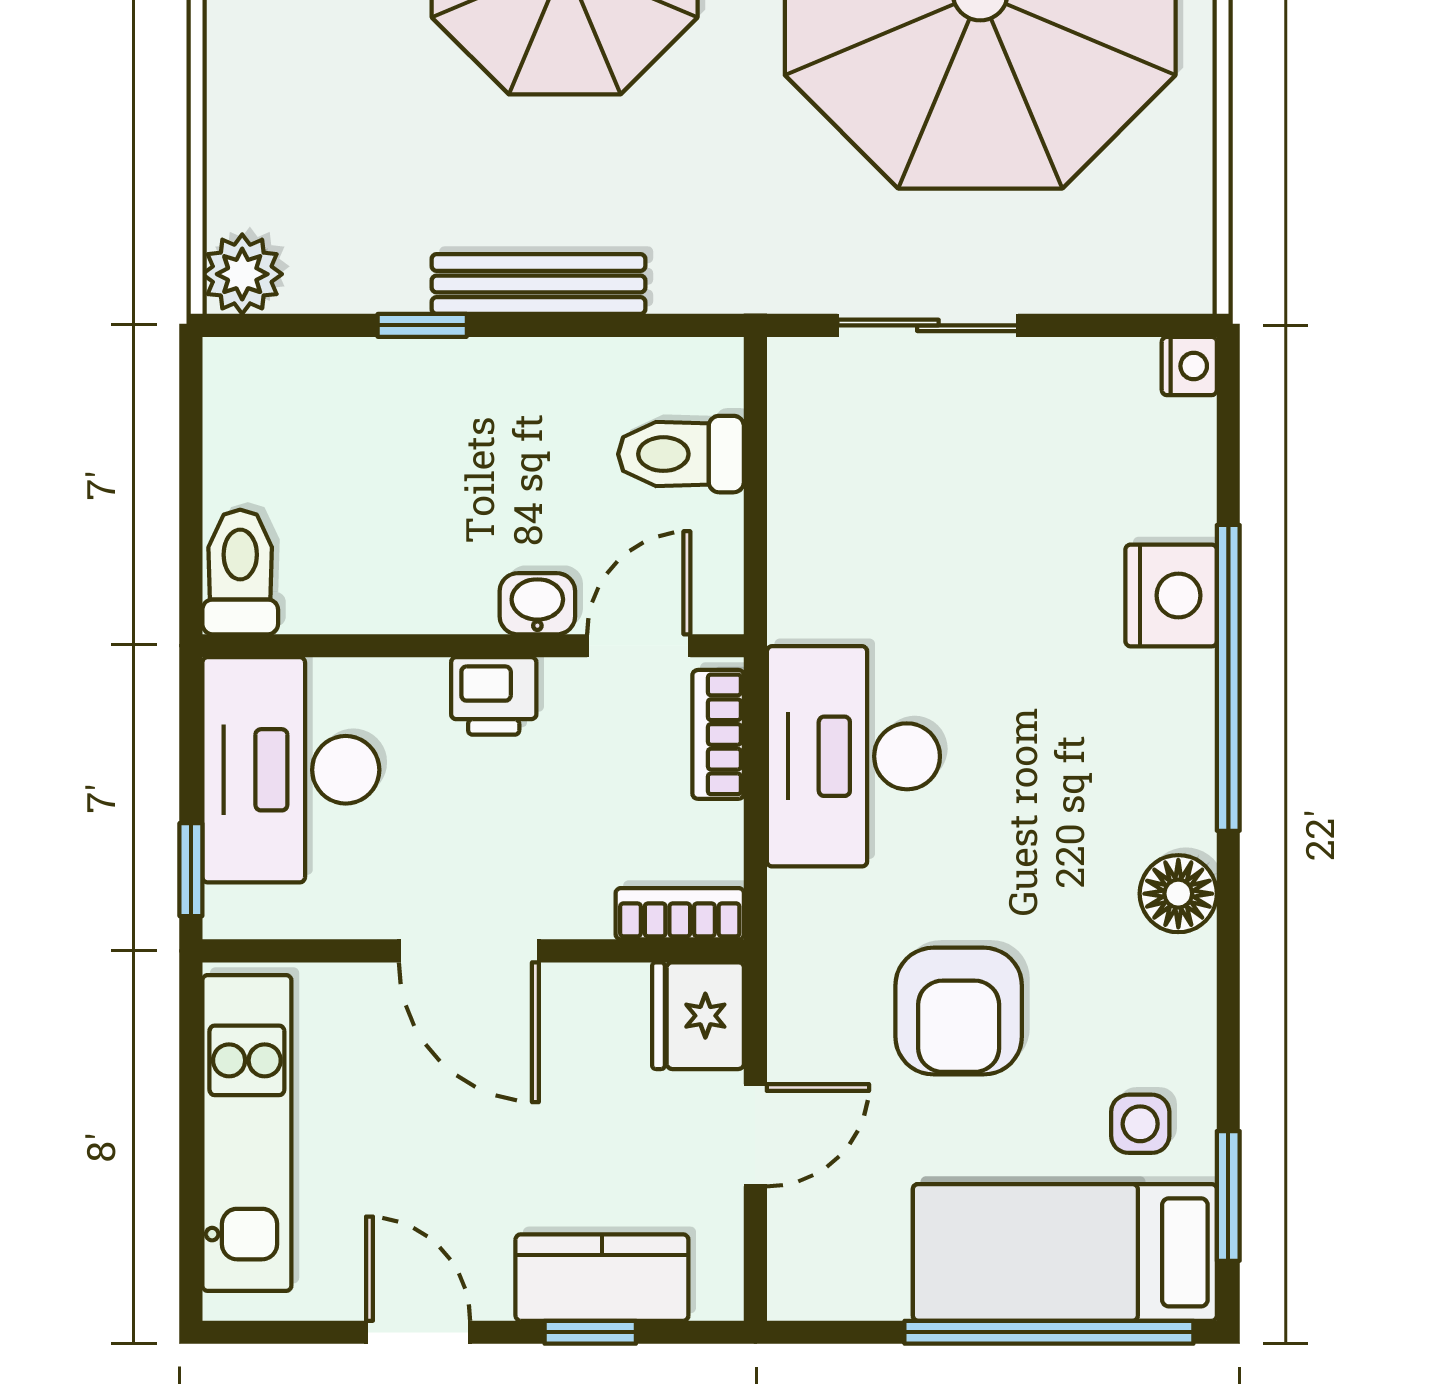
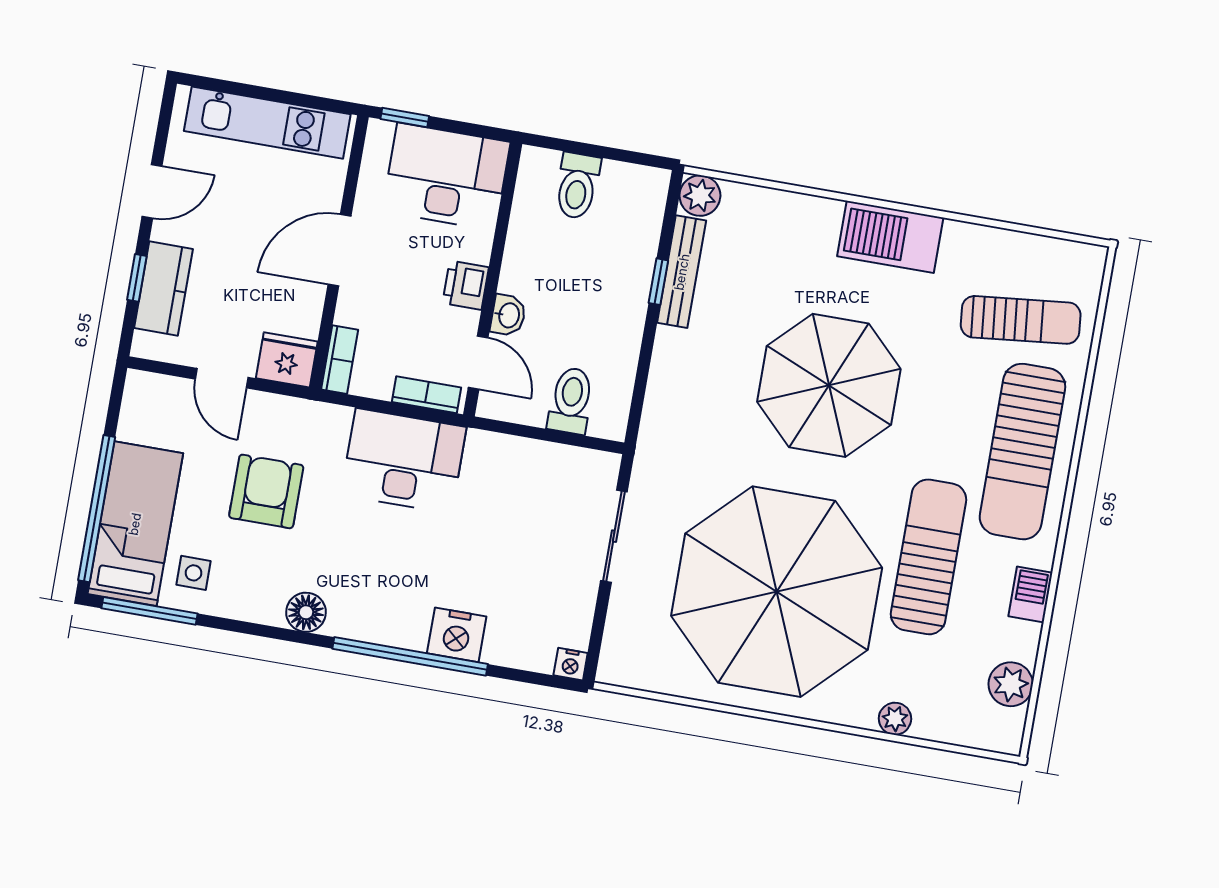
bench: (539, 284) -> (682, 272), moved
toilet: (240, 572) -> (577, 186), moved, turned 90
armchair: (959, 1011) -> (266, 491), turned 90
window: (1228, 1196) -> (149, 611), width x1.44

